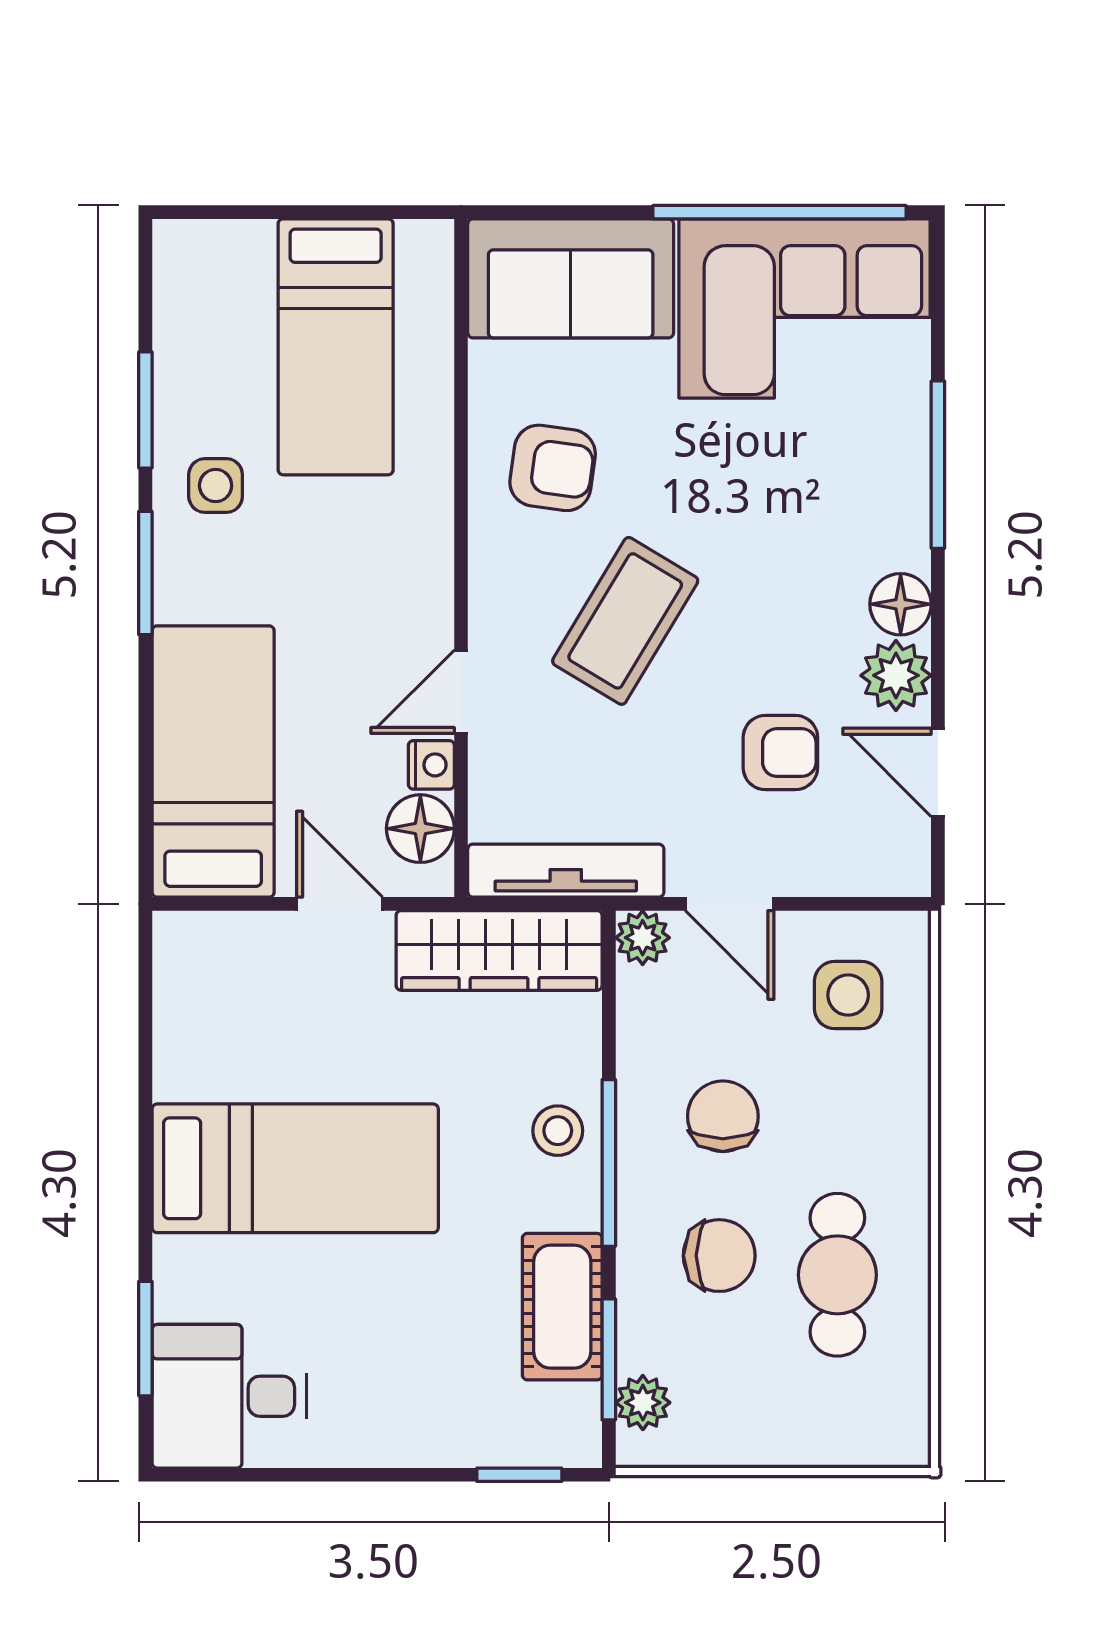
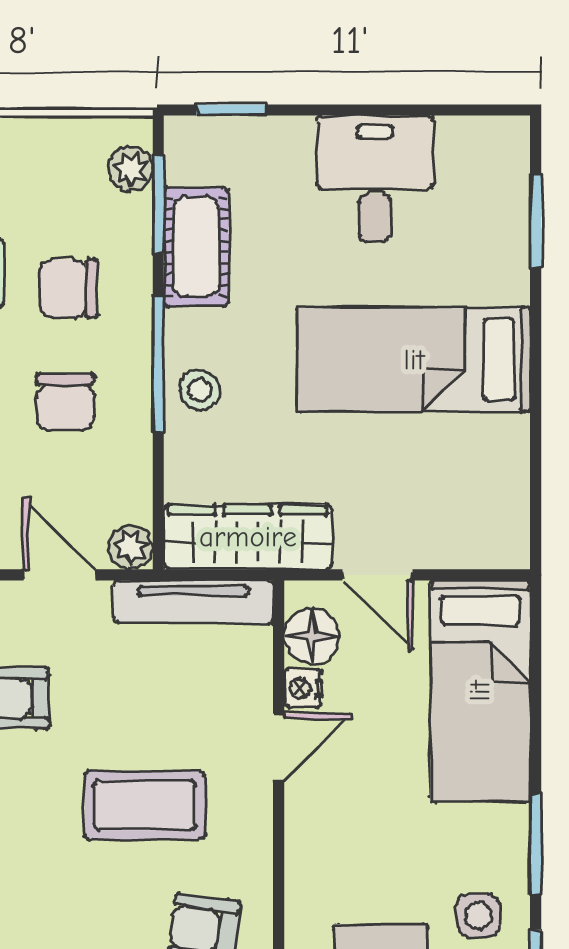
coffee table: (625, 621) -> (145, 805), turned 59
desk: (230, 1396) -> (375, 179), moved, turned -90

